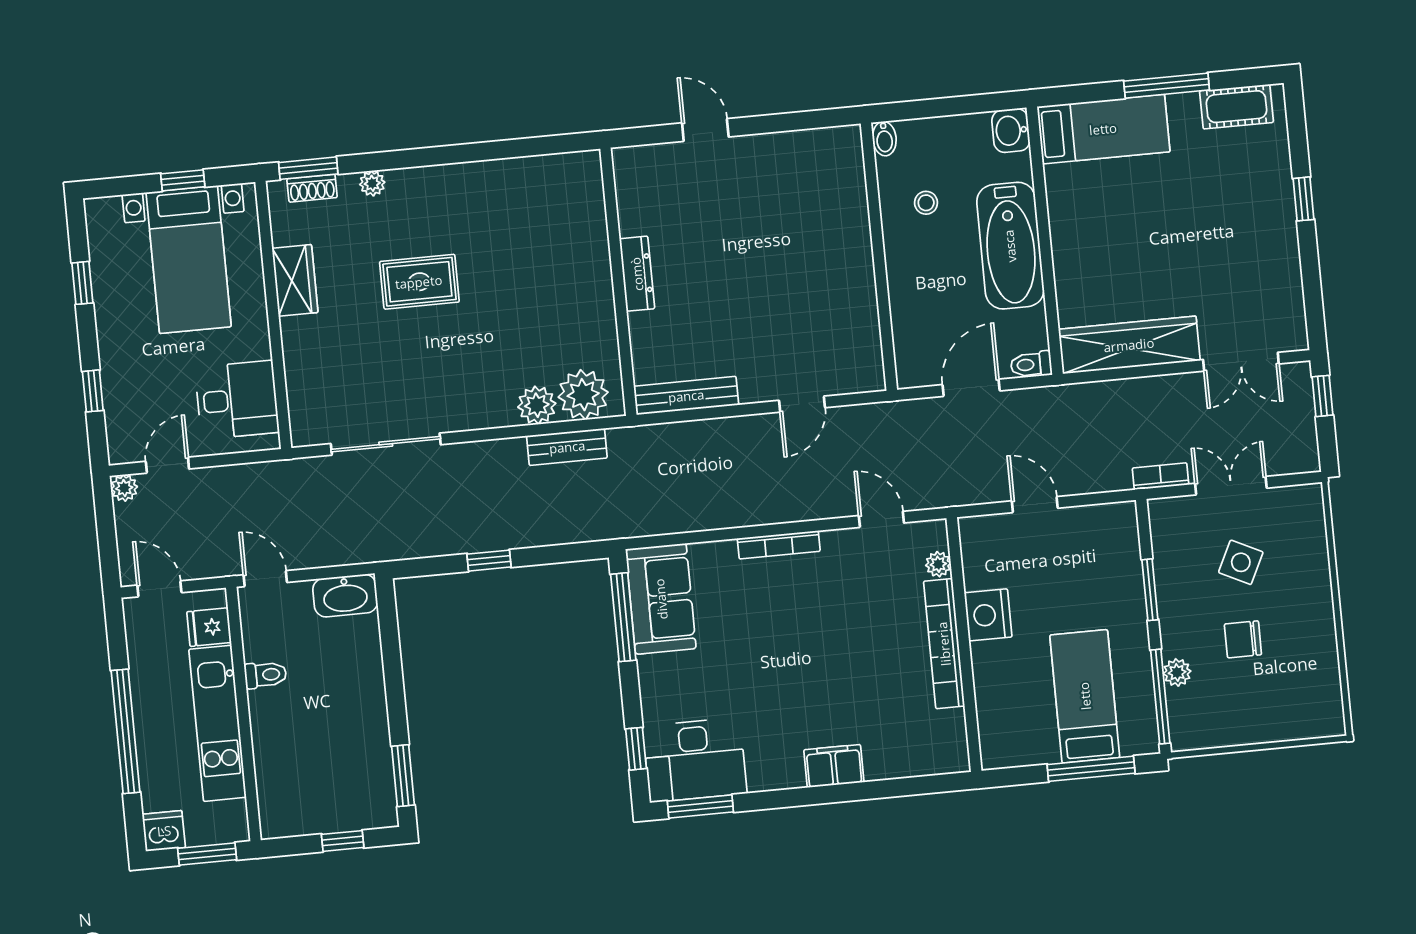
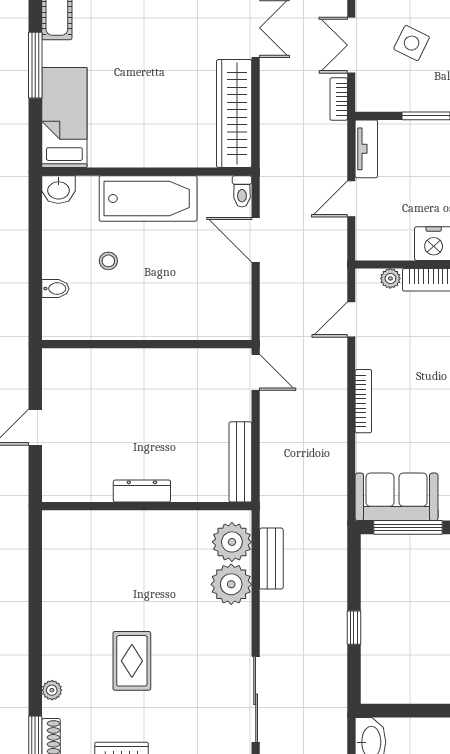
wall: (879, 257) -> (147, 344), moved
plant: (537, 405) -> (231, 584), width x1.36, depth x1.36
tv unit: (1100, 518) -> (366, 149), added

